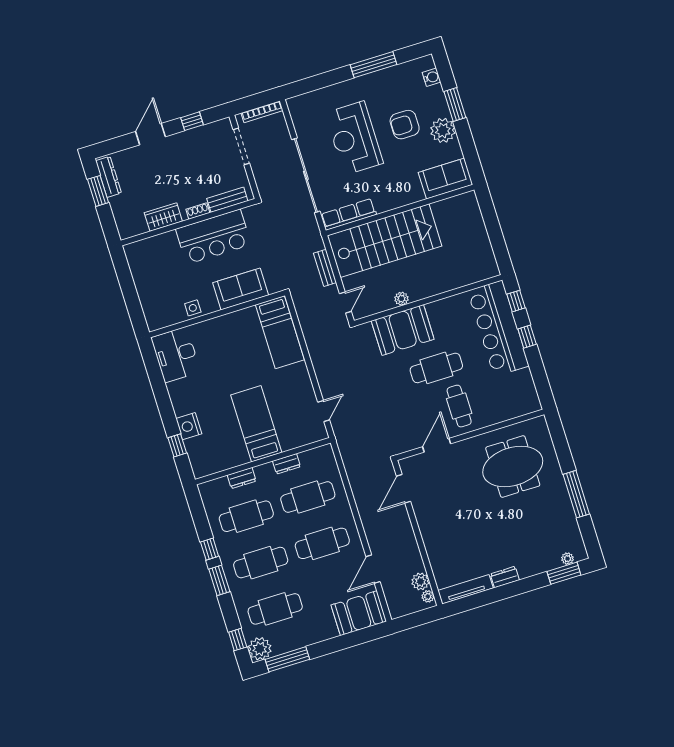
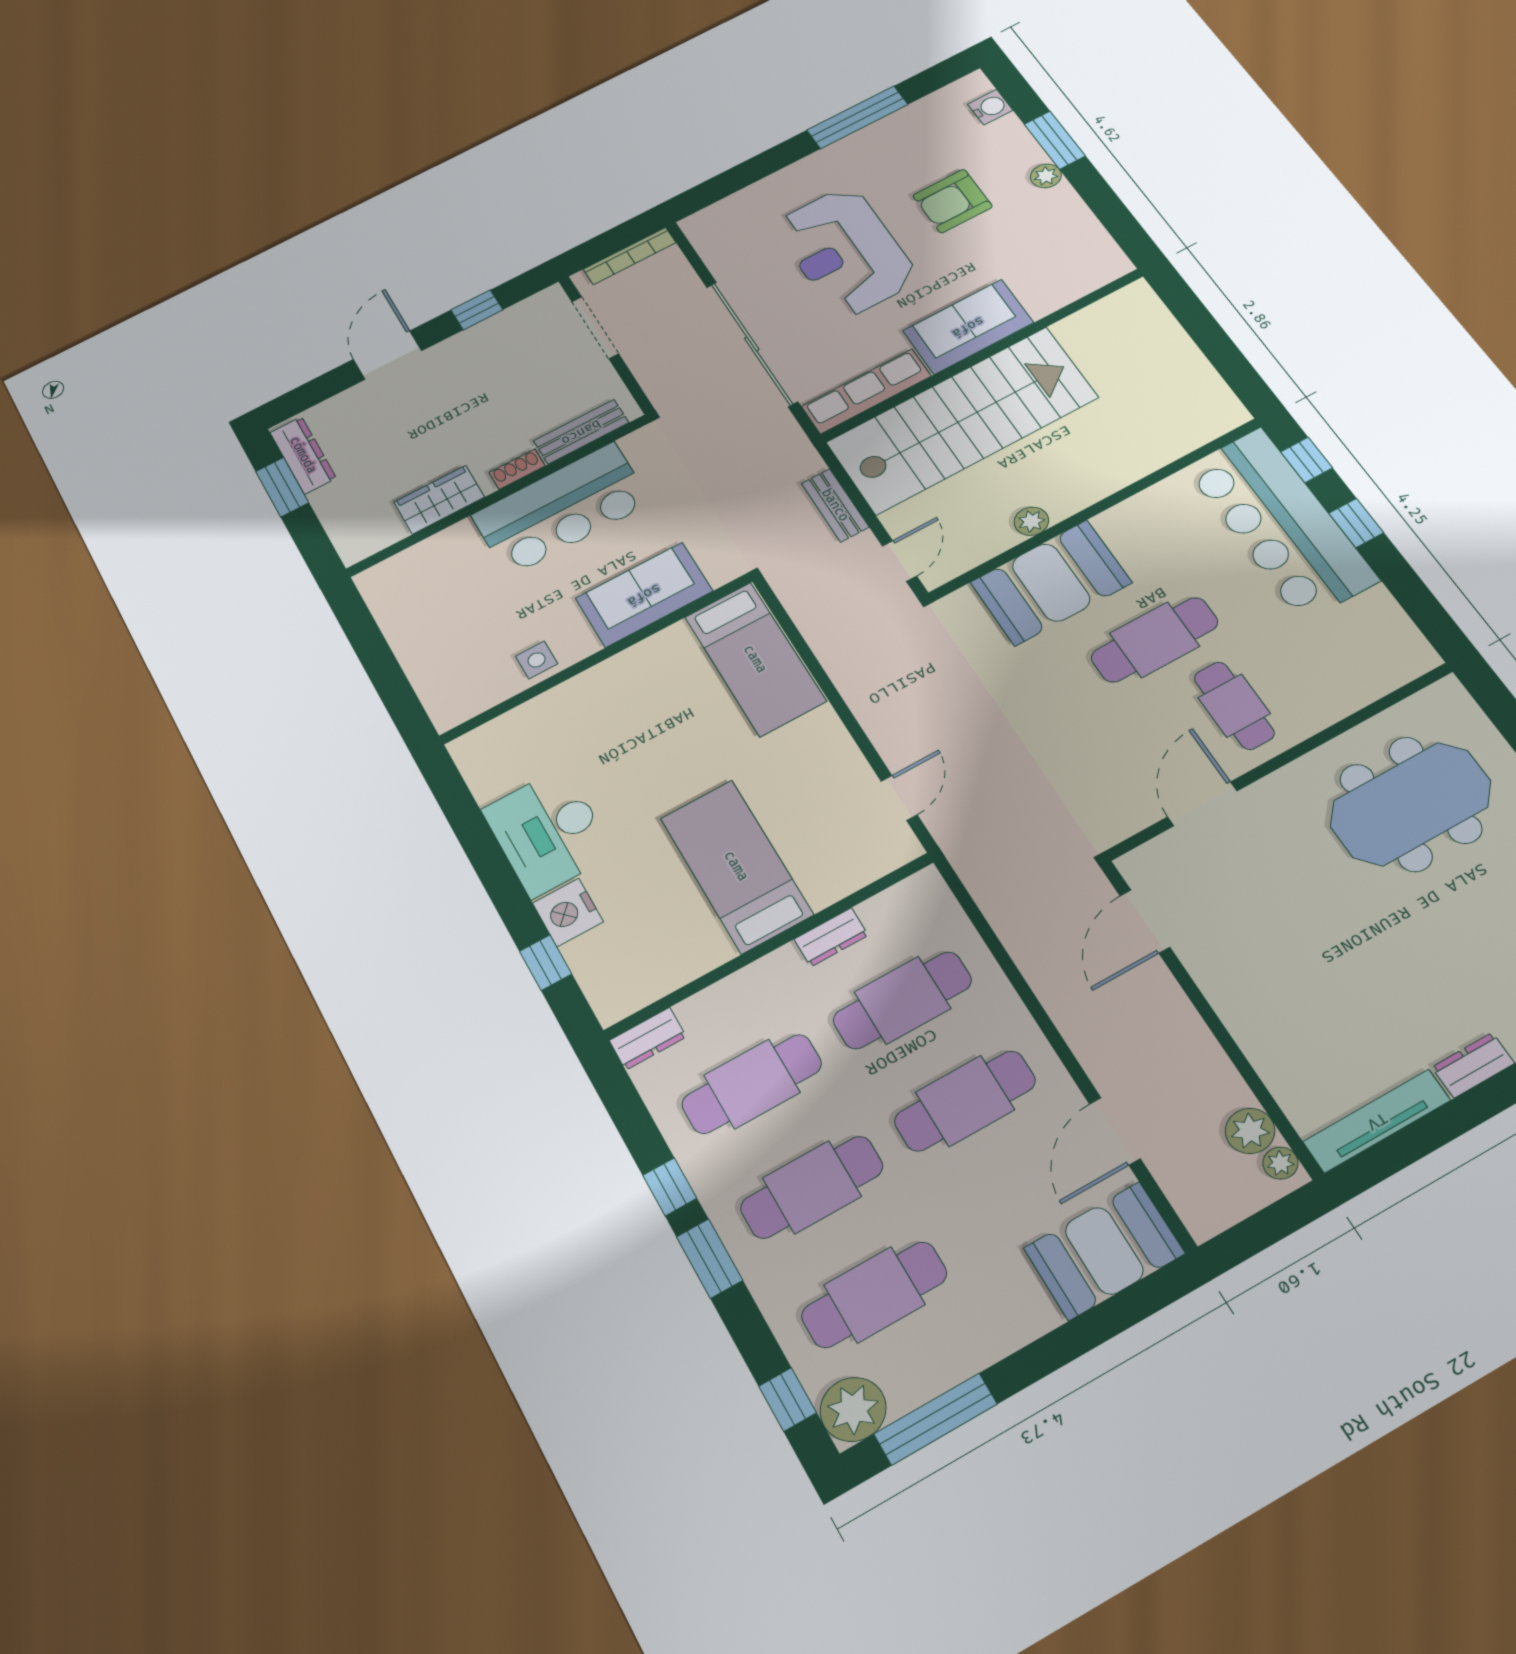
plant: (443, 130) -> (1046, 176), width x0.53, depth x0.53
sofa: (446, 179) -> (968, 327), moved
desk: (176, 355) -> (548, 832), moved
dresser: (242, 478) -> (648, 1039), moved

